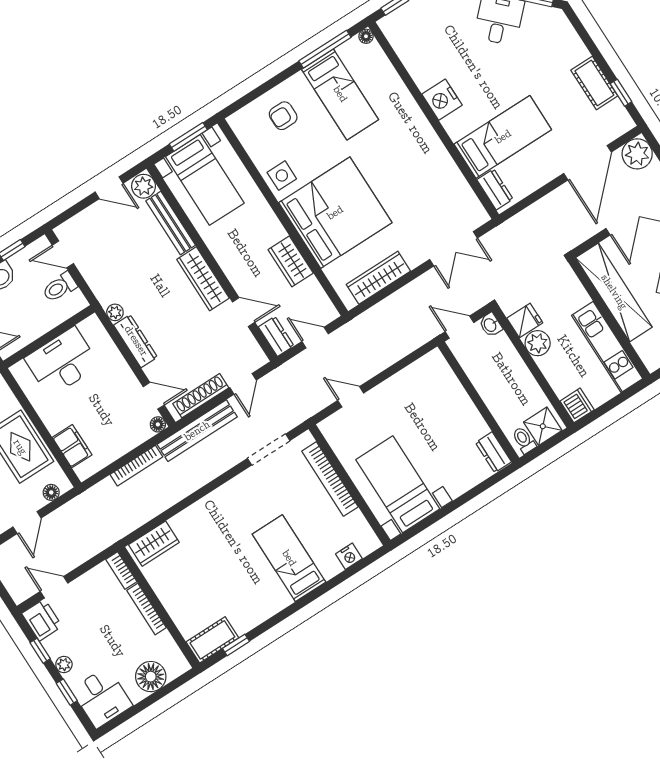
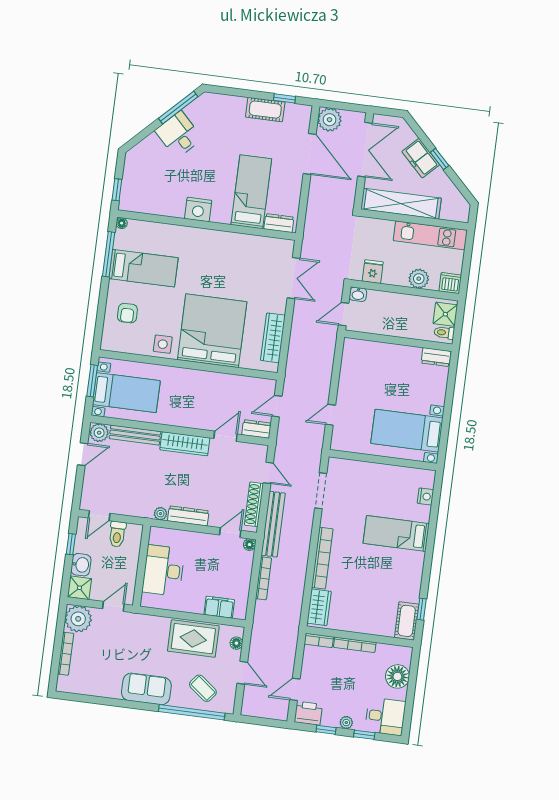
wardrobe: (291, 261) -> (219, 382), removed
plant: (538, 343) -> (419, 279), moved
bookcase: (330, 479) -> (322, 558), moved, turned -90

